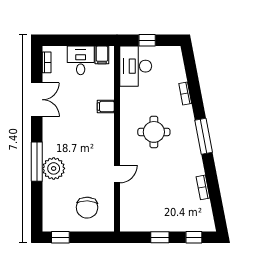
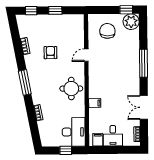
round table: (154, 132) -> (71, 89), moved
plant: (54, 168) -> (131, 22), moved
armchair: (167, 178) -> (50, 53), added

